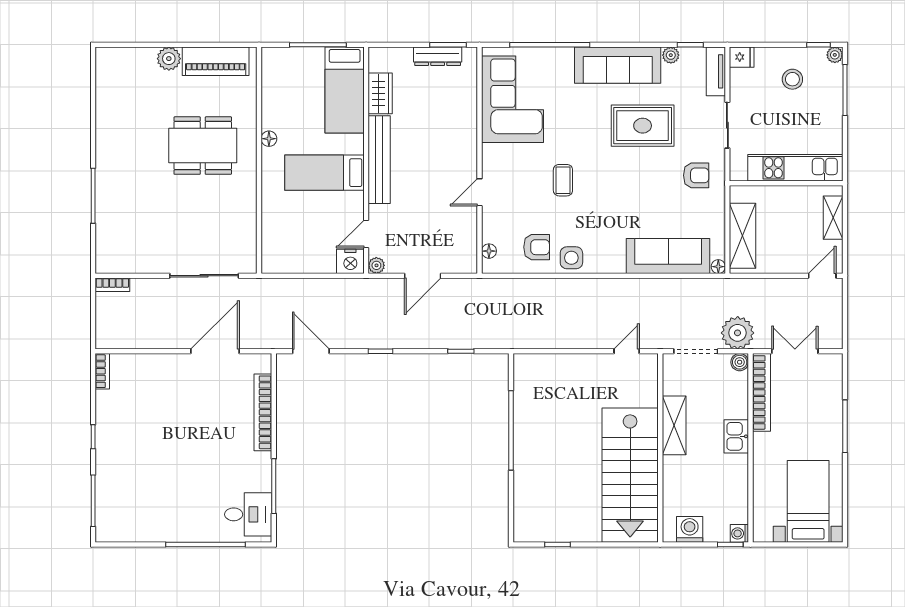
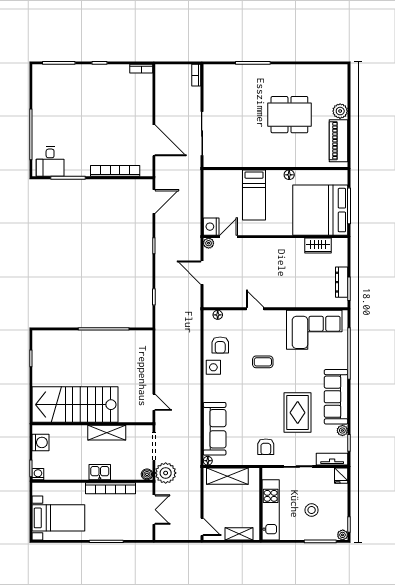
stool: (792, 79) -> (312, 510), moved
bed: (345, 90) -> (320, 210), width x2.04
dining table: (203, 146) -> (289, 115), moved, turned 90
bench: (379, 160) -> (276, 245), removed
bed: (325, 173) -> (254, 195), moved, turned 180
door: (366, 234) -> (229, 237), hinge flipped
bookcase: (761, 392) -> (111, 488), moved

